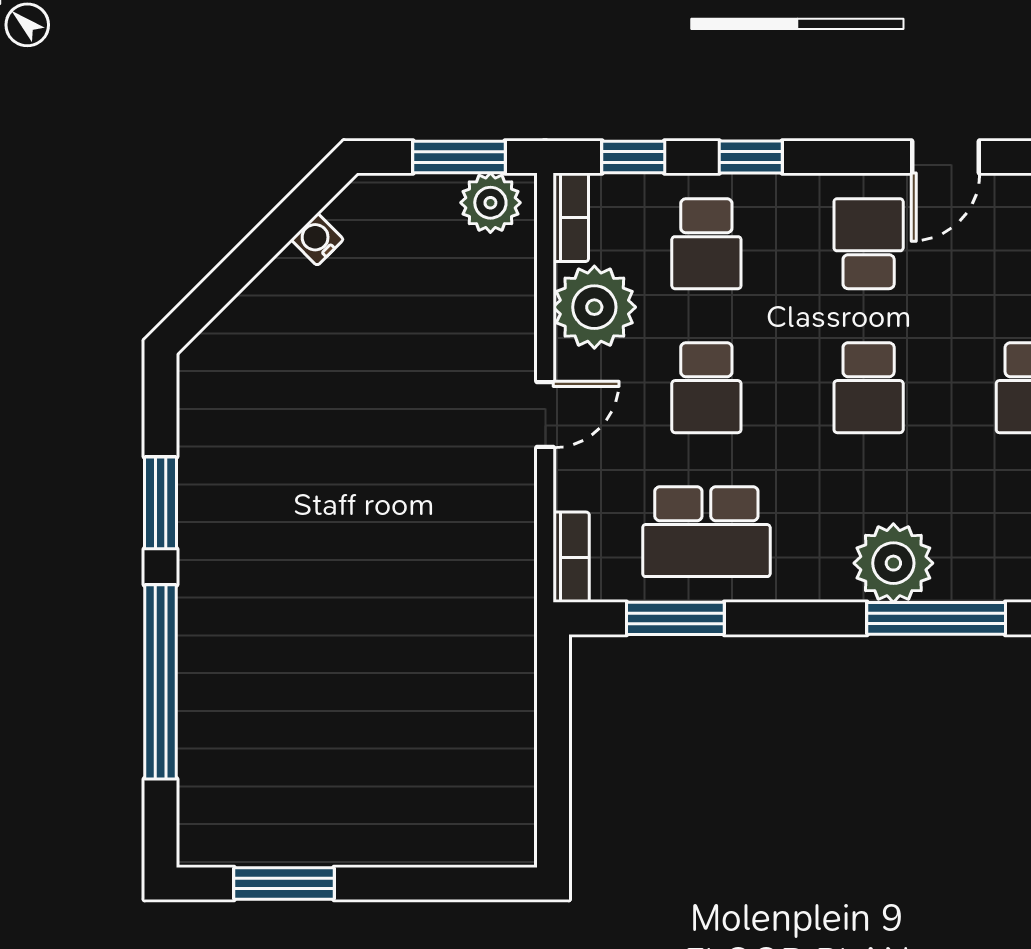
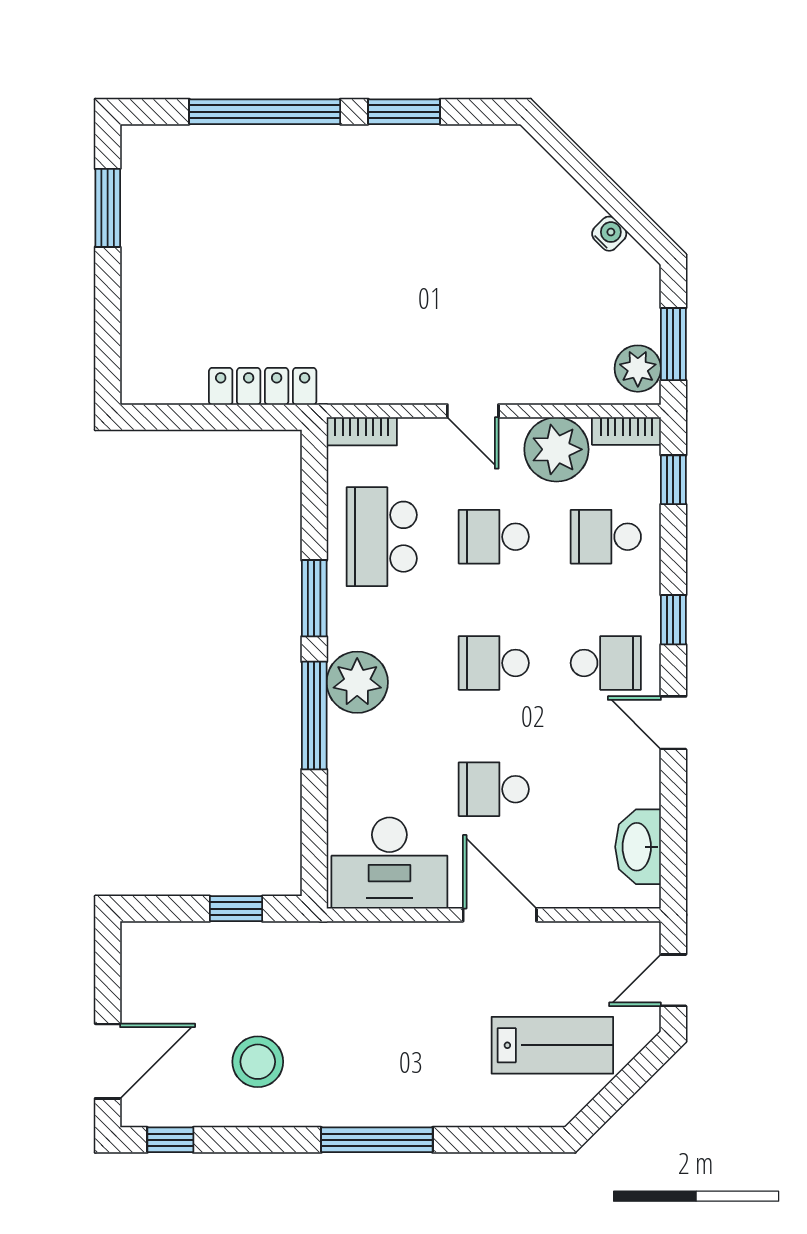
window: (751, 157) -> (673, 620), moved
window: (675, 618) -> (314, 598), moved
locker: (513, 685) -> (263, 386), added

